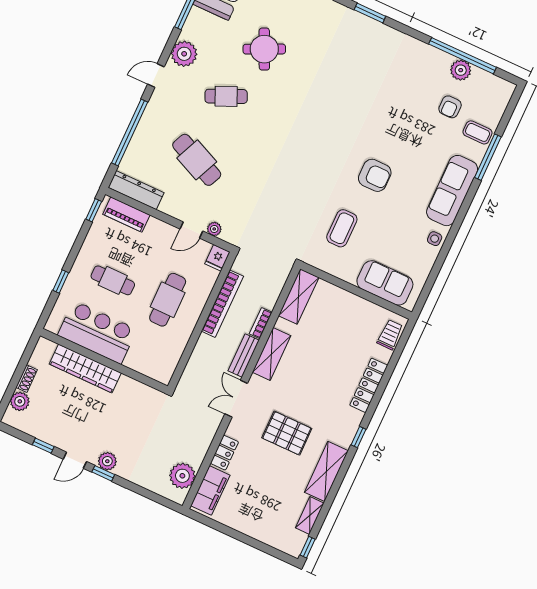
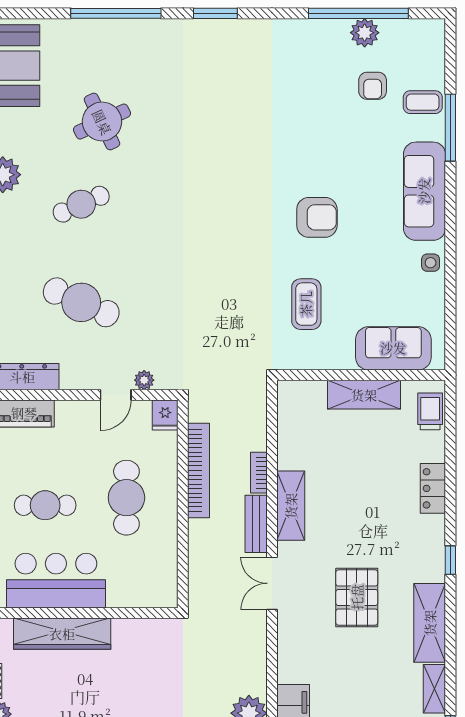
shelving: (299, 297) -> (364, 395), moved, turned 90
locker: (369, 385) -> (433, 488), width x0.66
pallet: (287, 433) -> (357, 597), turned 90
locker: (224, 453) -> (289, 659), removed

